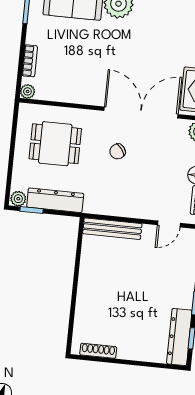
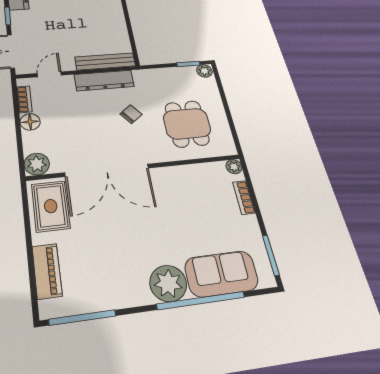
dining table: (55, 144) -> (187, 124), turned 90
chair: (118, 151) -> (131, 114), moved
dresser: (55, 200) -> (104, 80), moved

